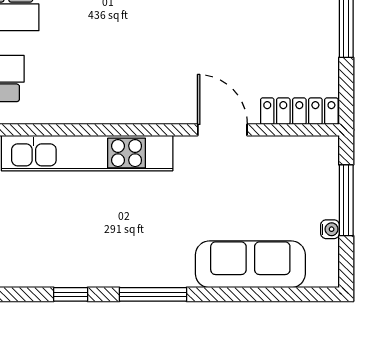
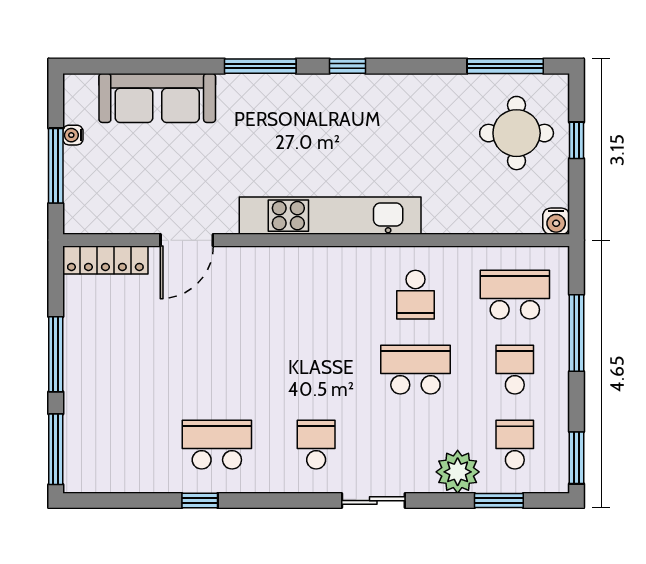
door: (222, 130) -> (187, 240), hinge flipped

